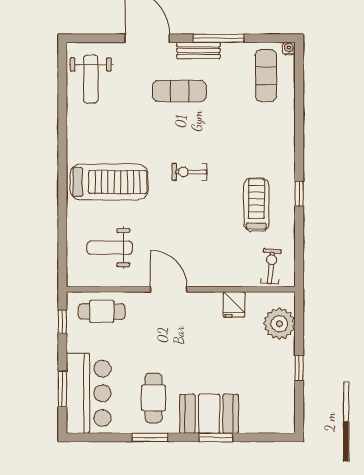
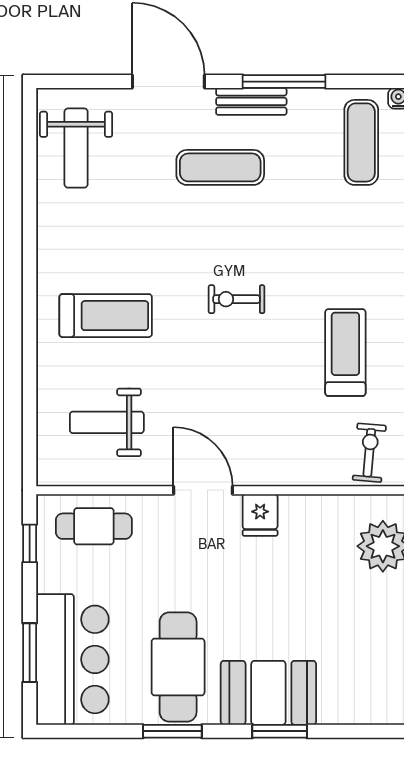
treadmill: (109, 182) -> (106, 316), width x0.73, depth x0.73
fridge: (234, 304) -> (260, 515), moved
cafe table: (153, 398) -> (178, 667), width x1.37, depth x1.35

